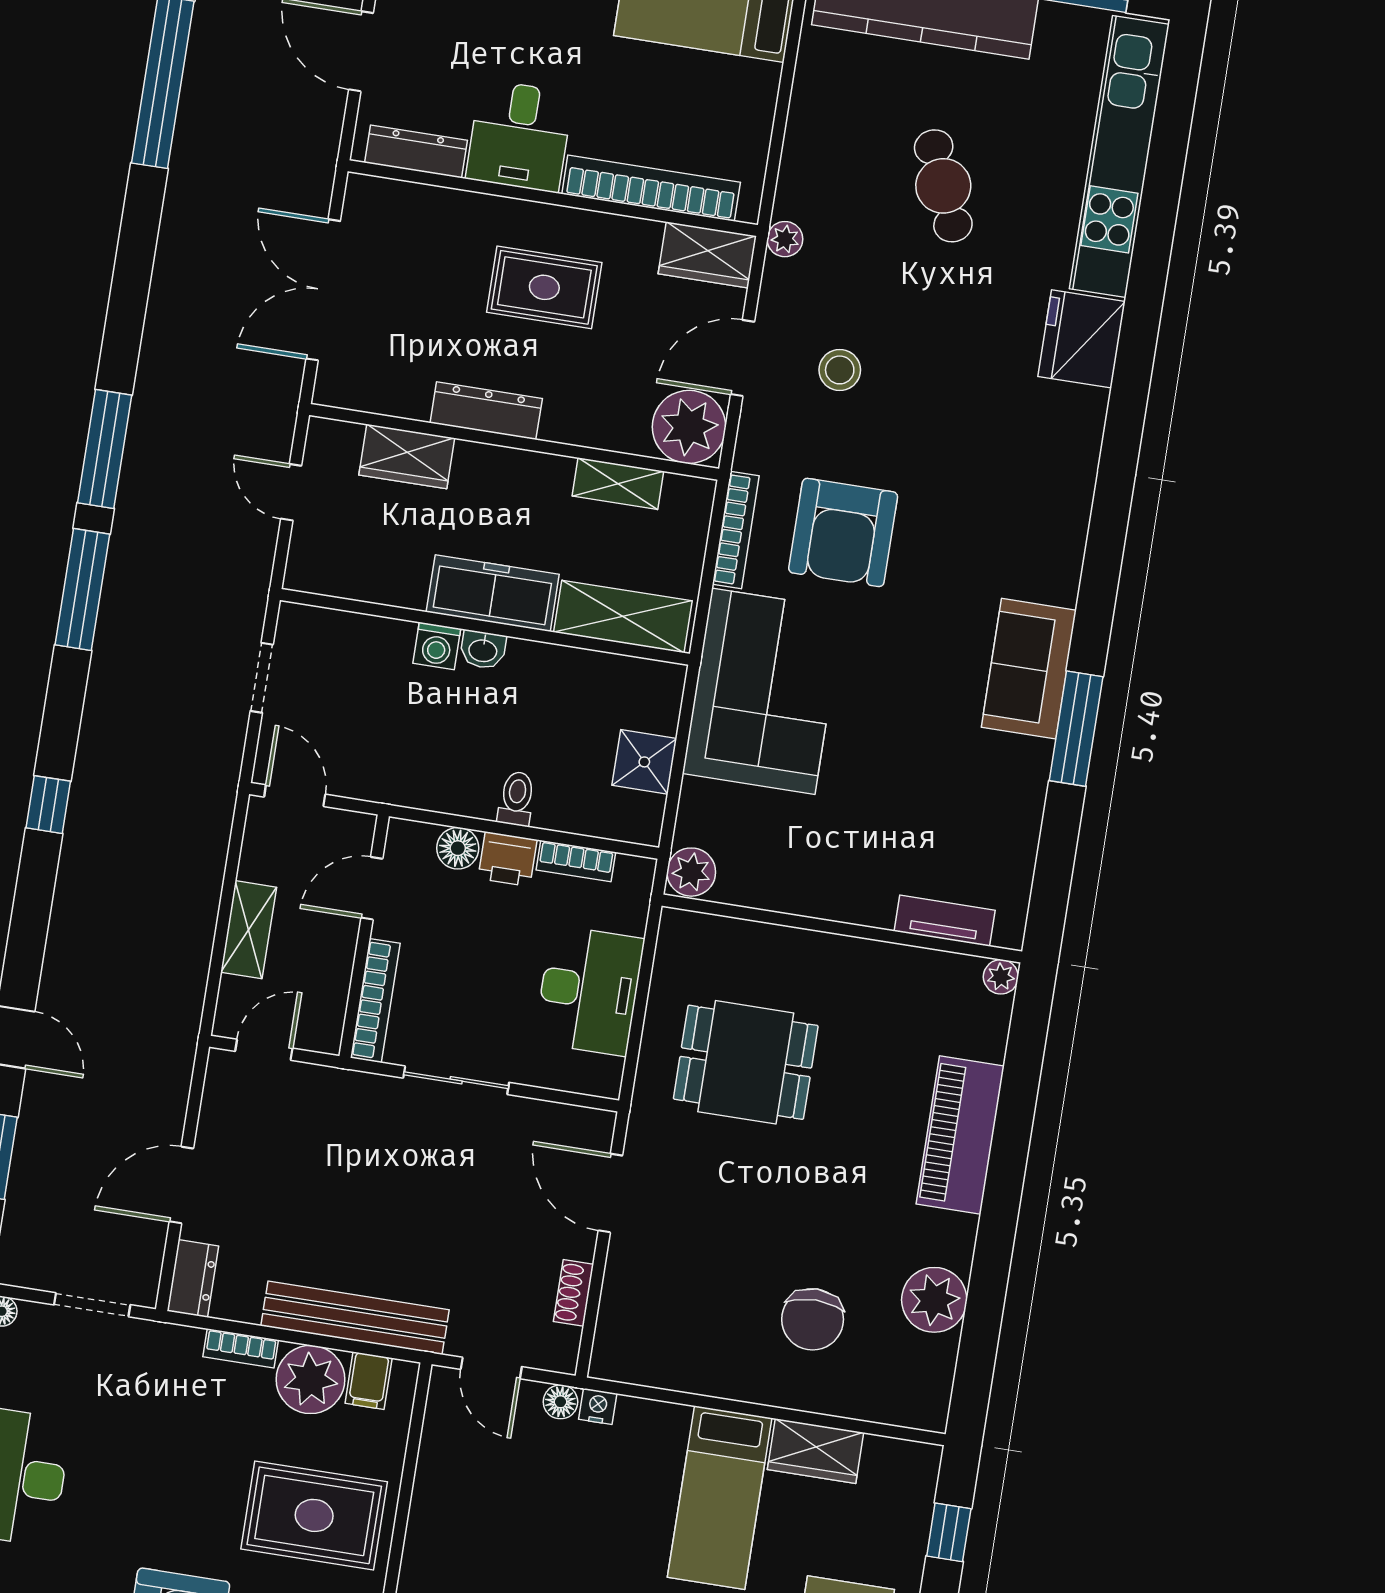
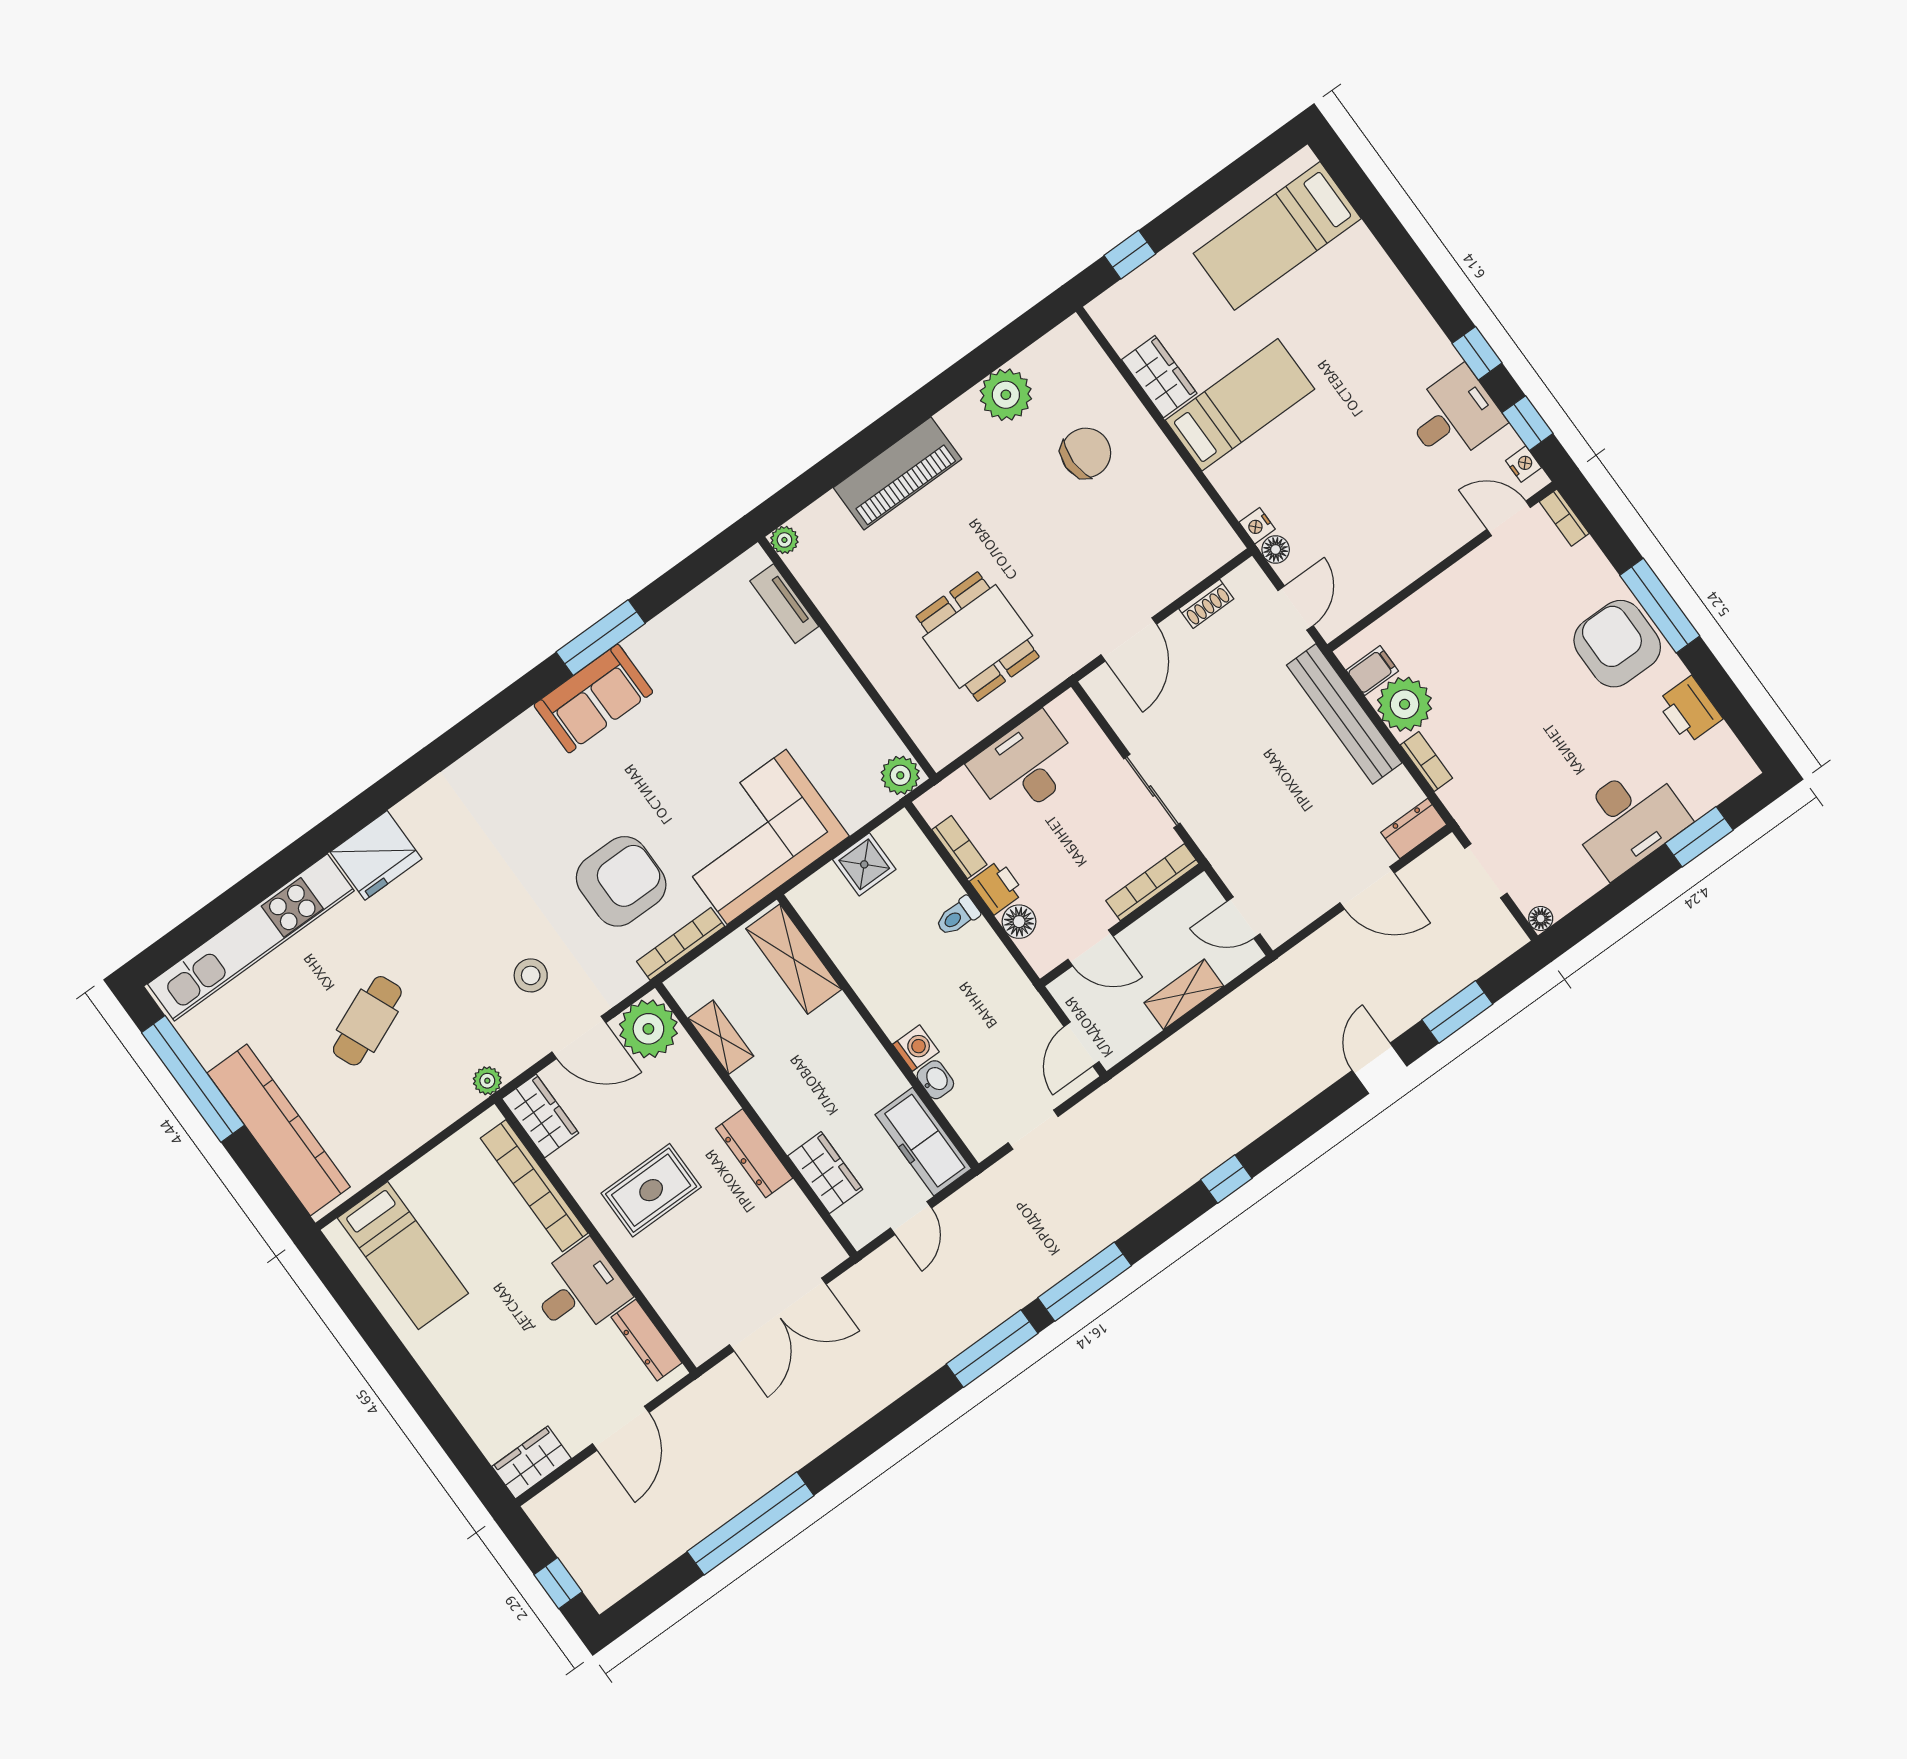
rug: (544, 287) -> (651, 1190), turned 90
freezer: (493, 593) -> (923, 1142), moved
washbasin: (483, 650) -> (935, 1080), moved
rug: (314, 1515) -> (1480, 625), removed

